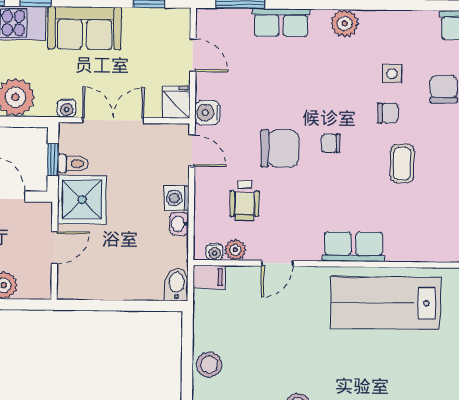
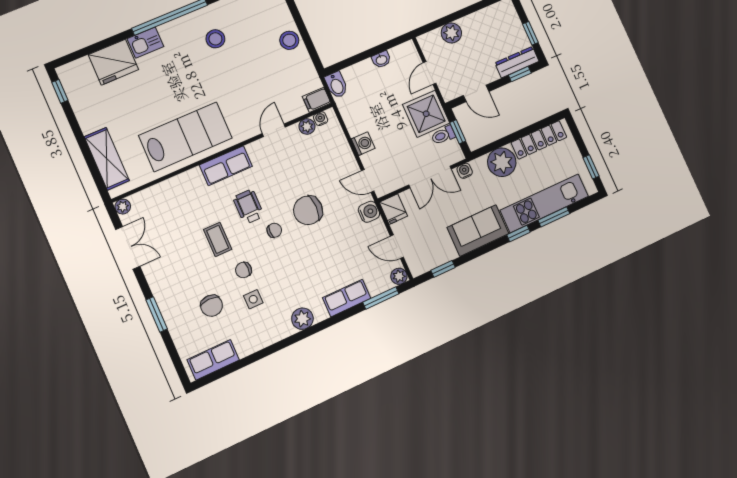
plant: (207, 19) -> (399, 276), added
wheelchair: (245, 200) -> (248, 207), moved
washbasin: (179, 224) -> (381, 60), moved, turned 90

